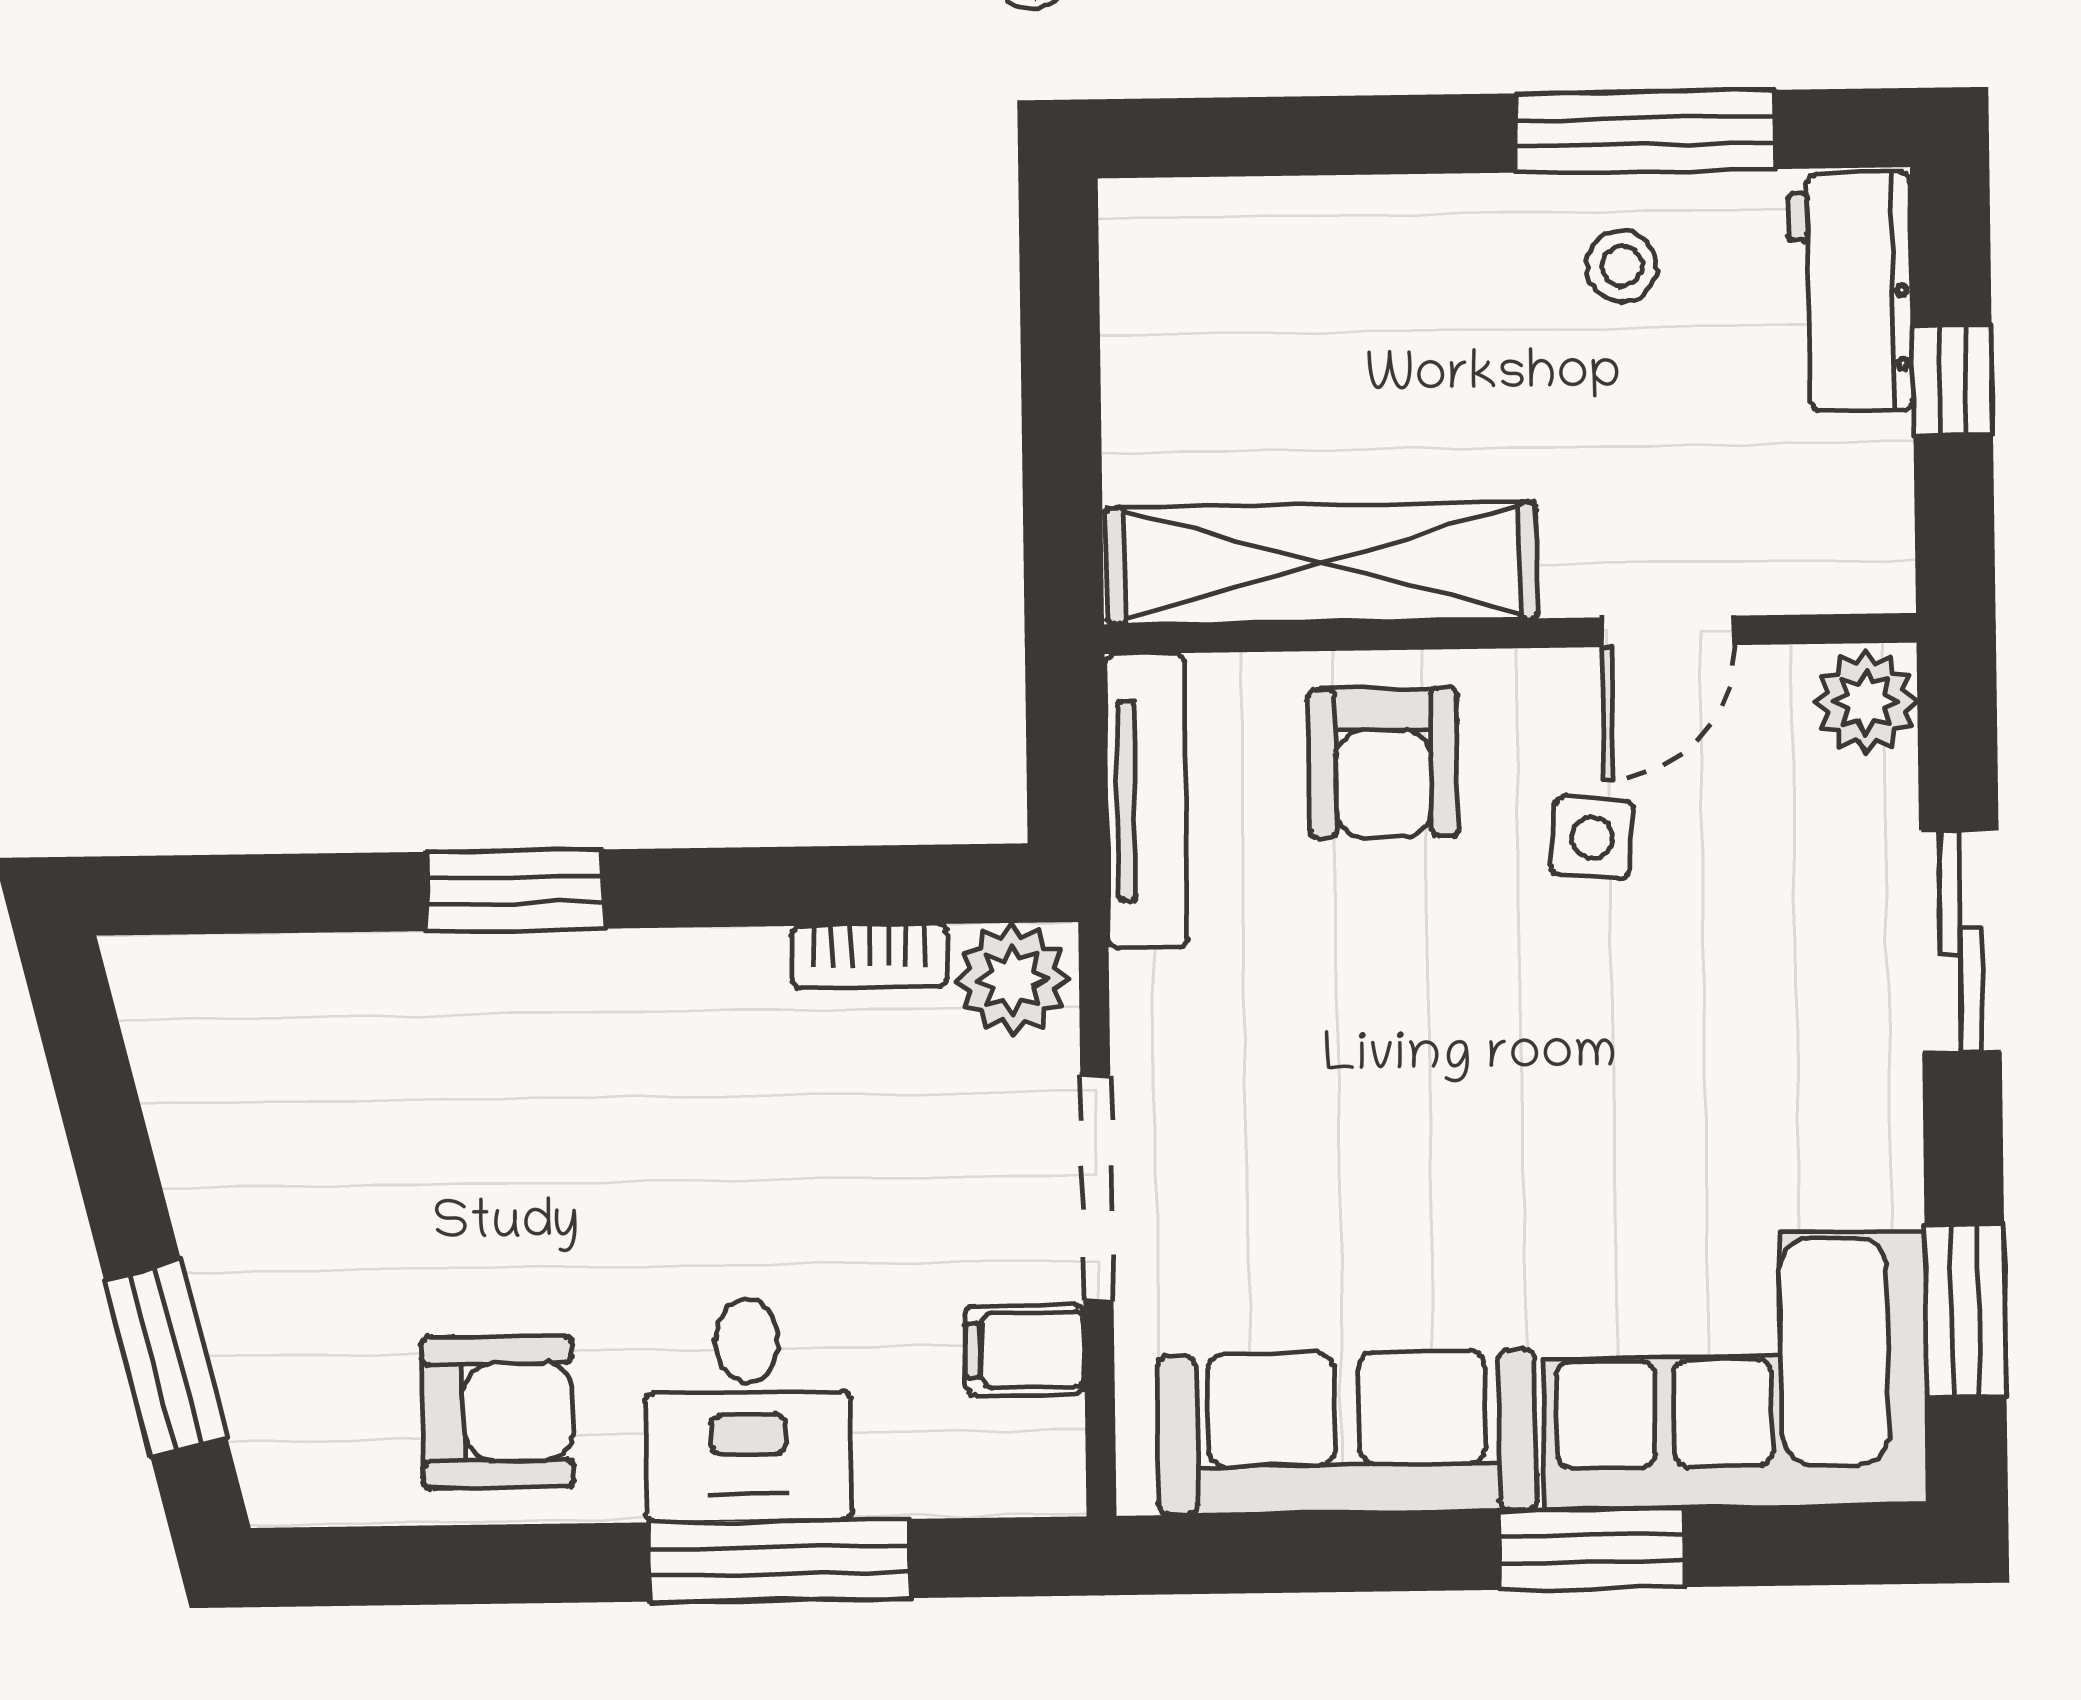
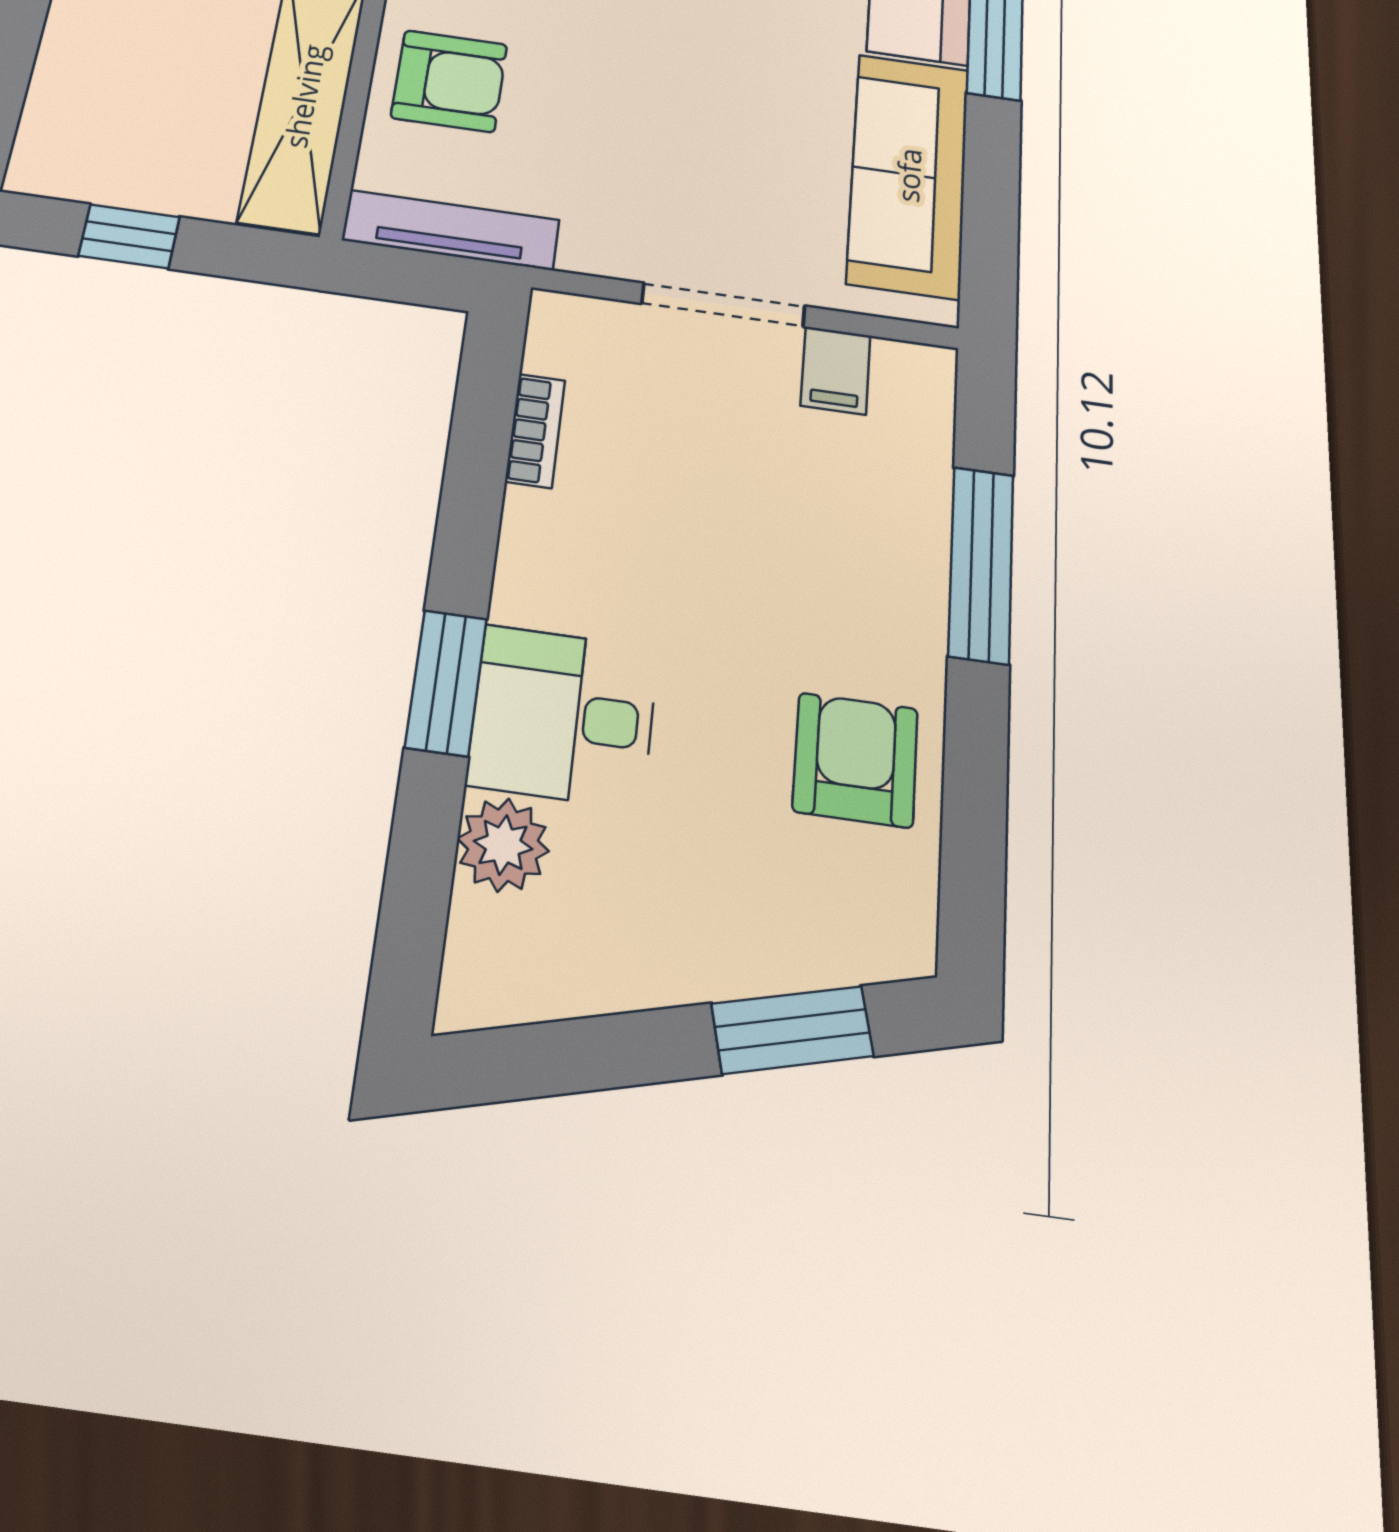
window: (1061, 368) -> (129, 236), added
plant: (1012, 979) -> (503, 845), moved
desk: (748, 1410) -> (563, 716), moved, turned 180

